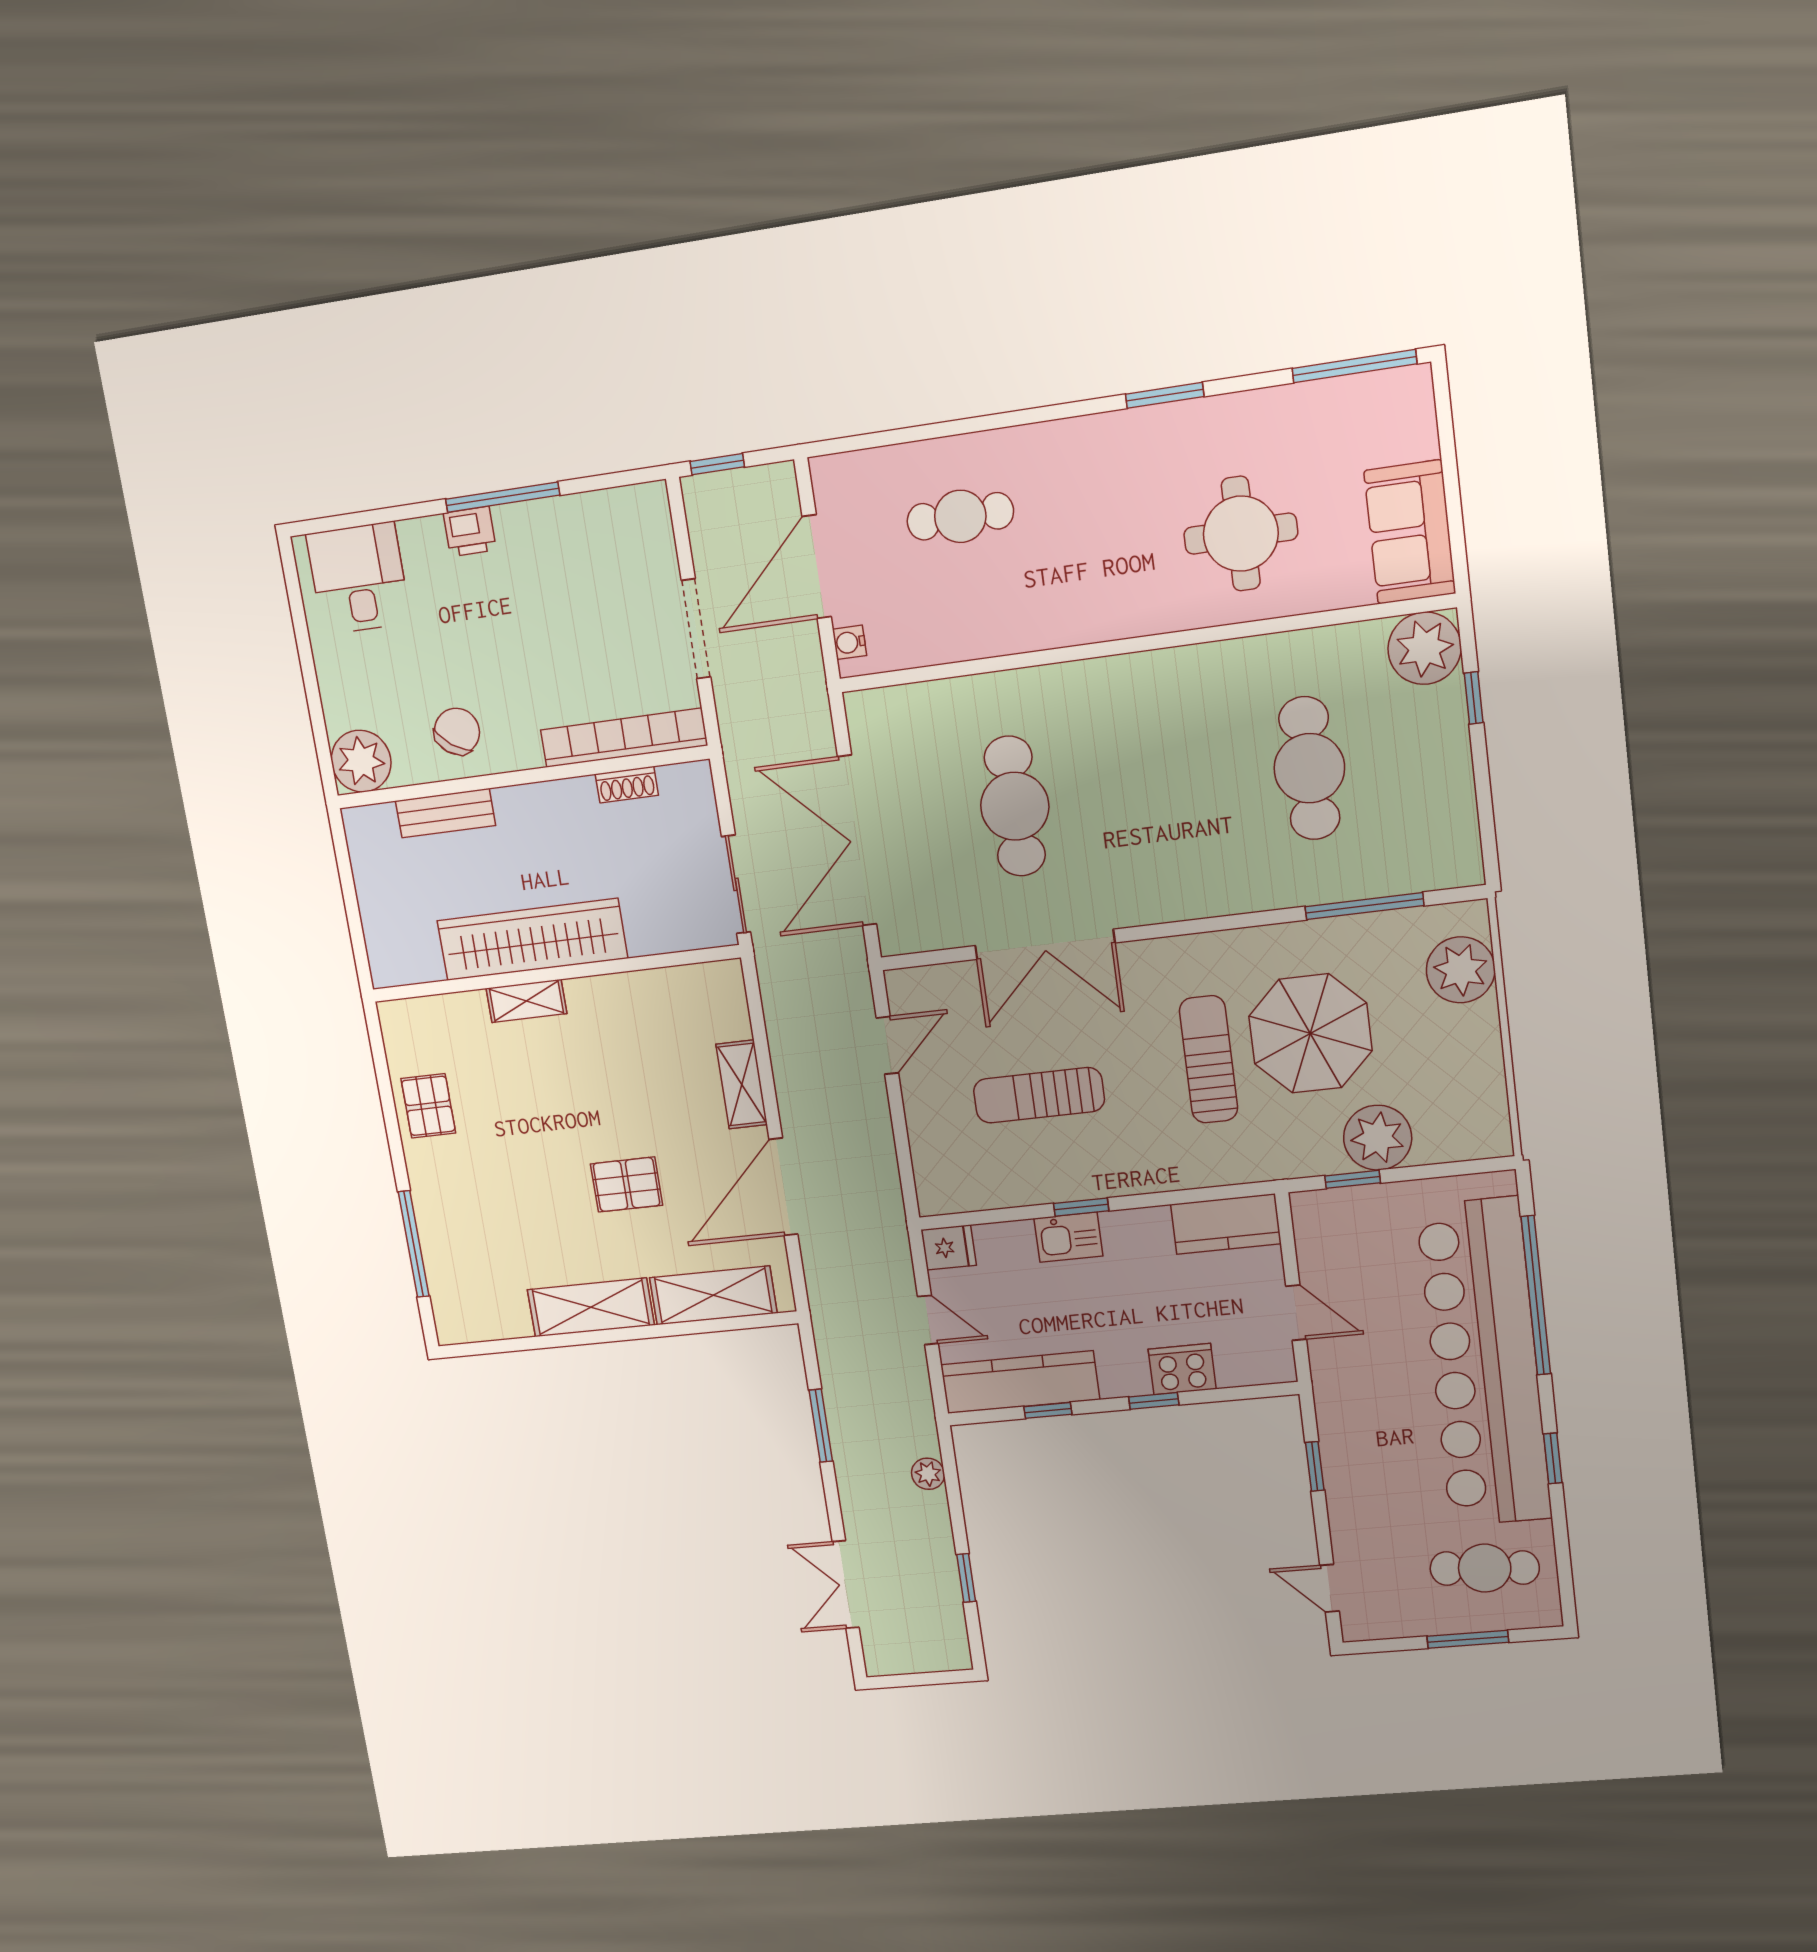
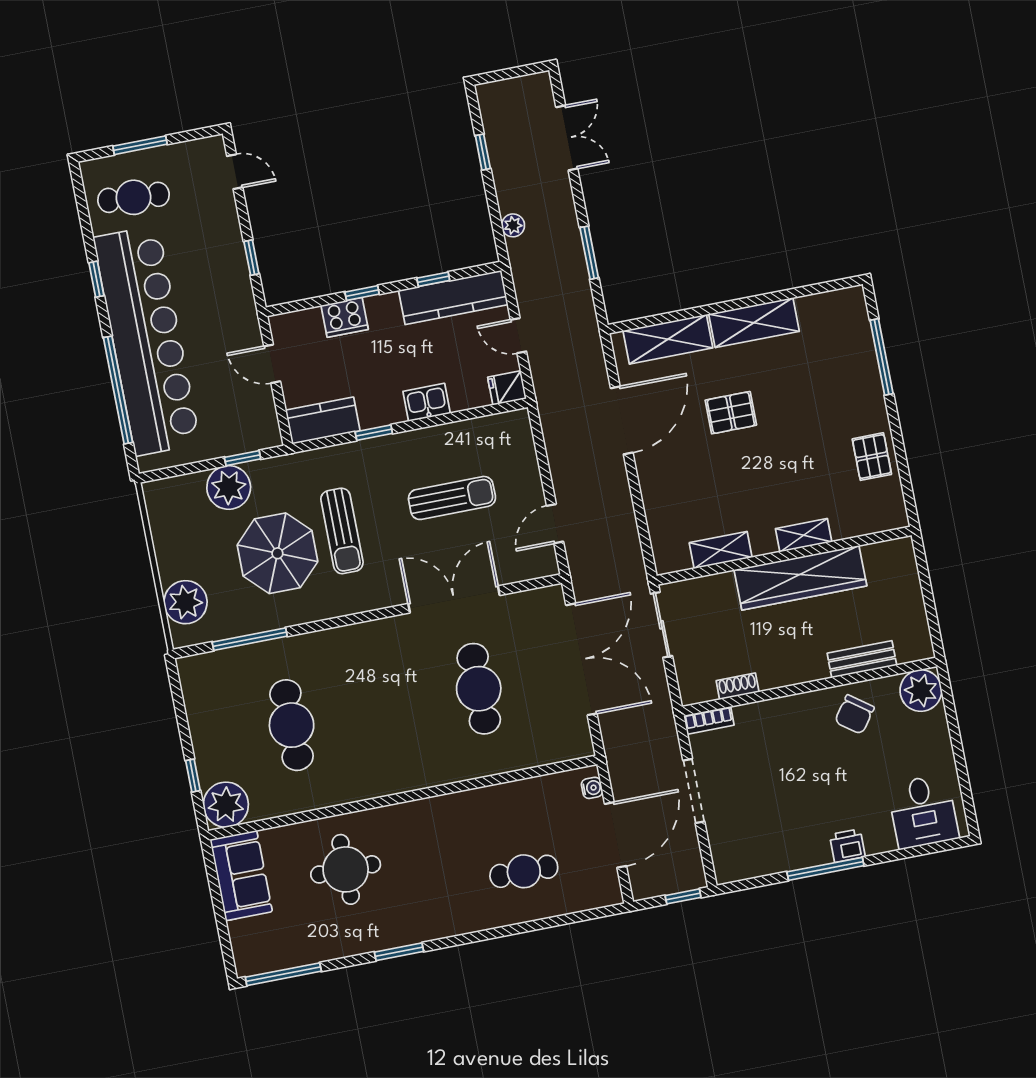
bookcase: (624, 738) -> (709, 720), width x0.43, depth x0.76
shelving: (742, 1084) -> (721, 550), moved, turned 90
window: (1081, 1207) -> (374, 433), moved

